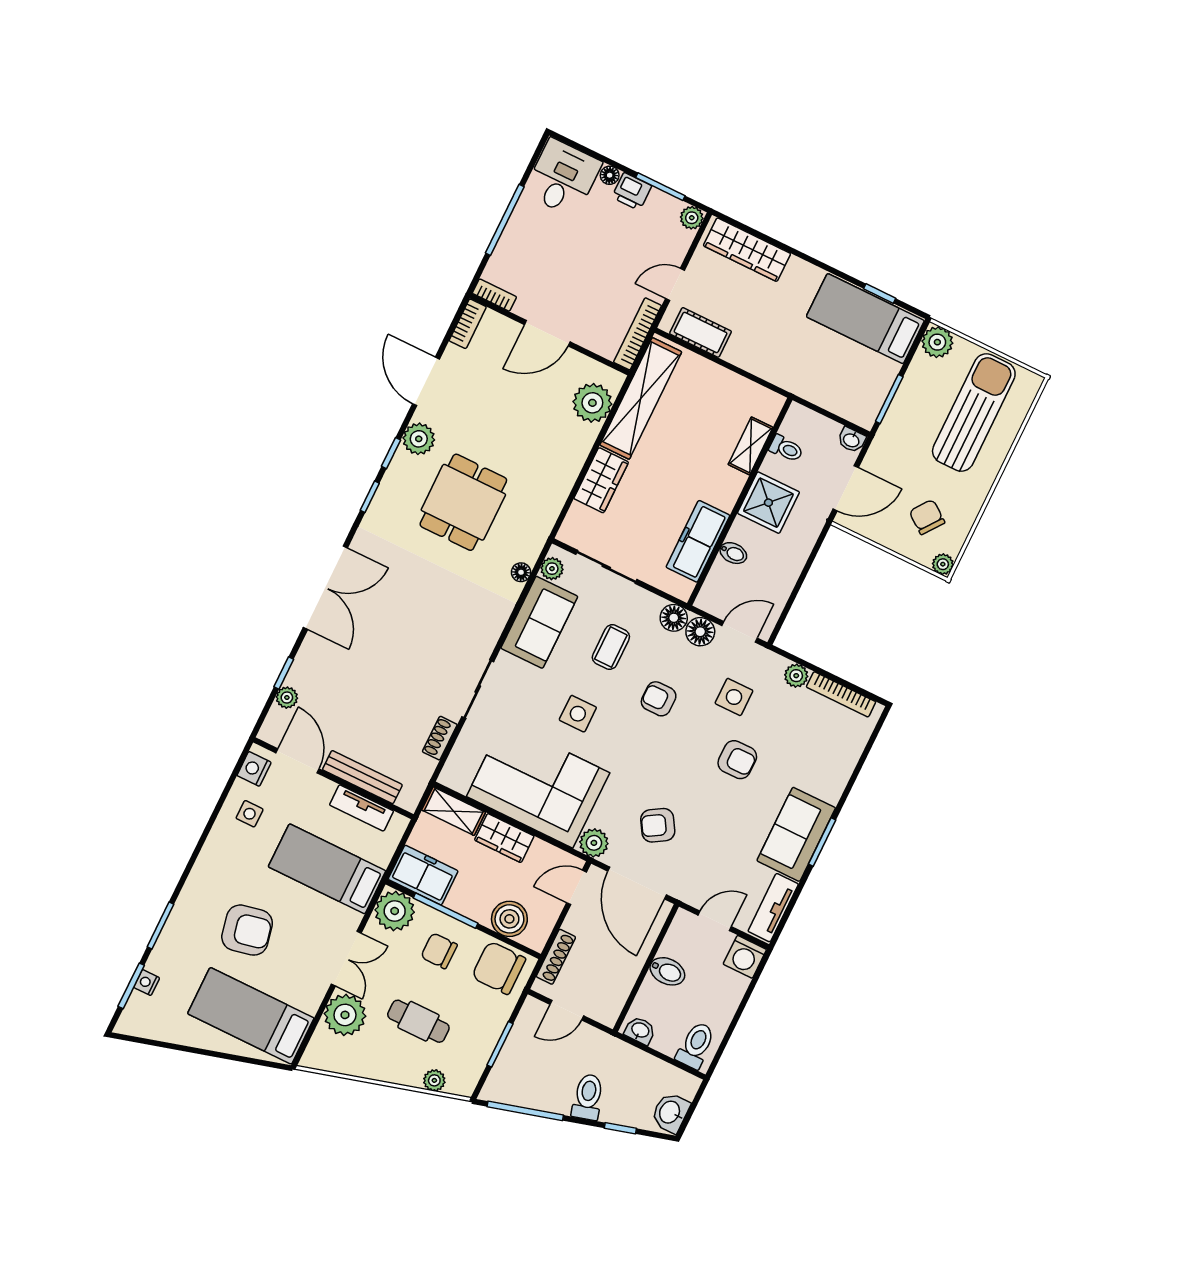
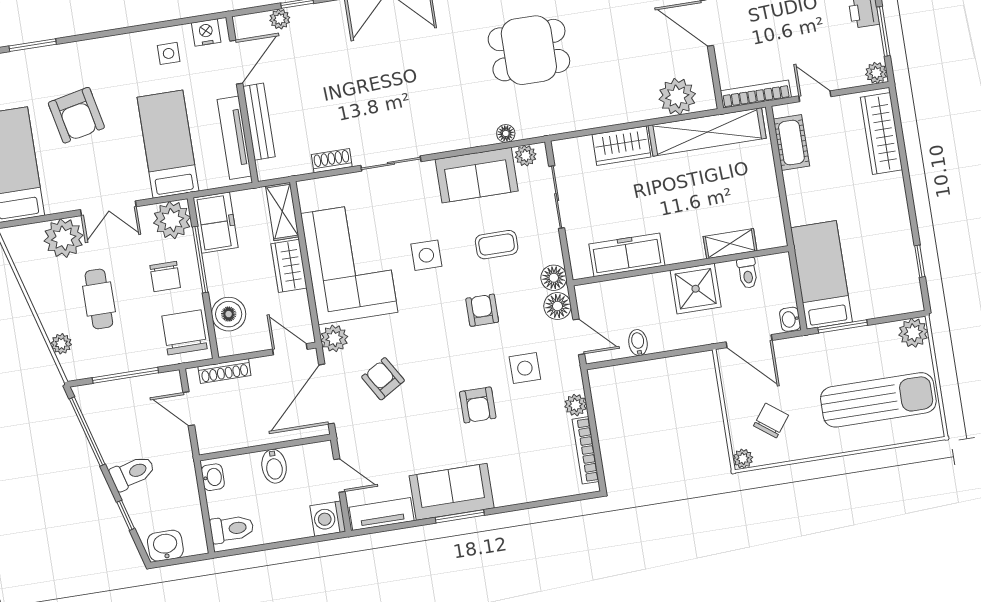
bed: (865, 319) -> (821, 275), moved
bidet: (733, 553) -> (638, 343), moved, turned 180
tv unit: (362, 808) -> (234, 138), width x1.41
chair: (439, 951) -> (165, 276), turned 180
window: (500, 1044) -> (125, 375), width x1.44

